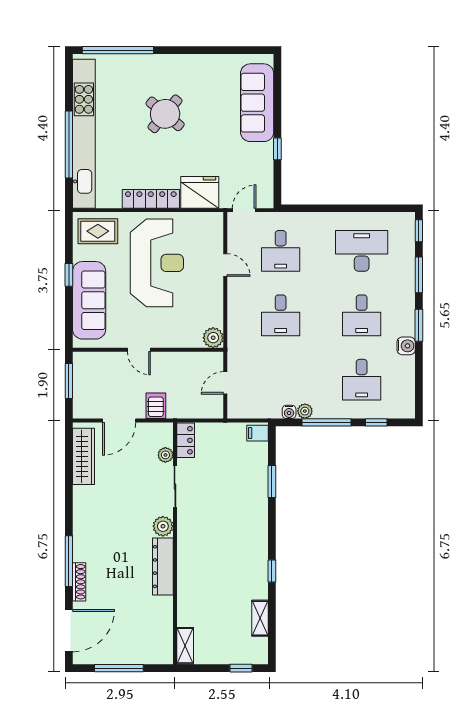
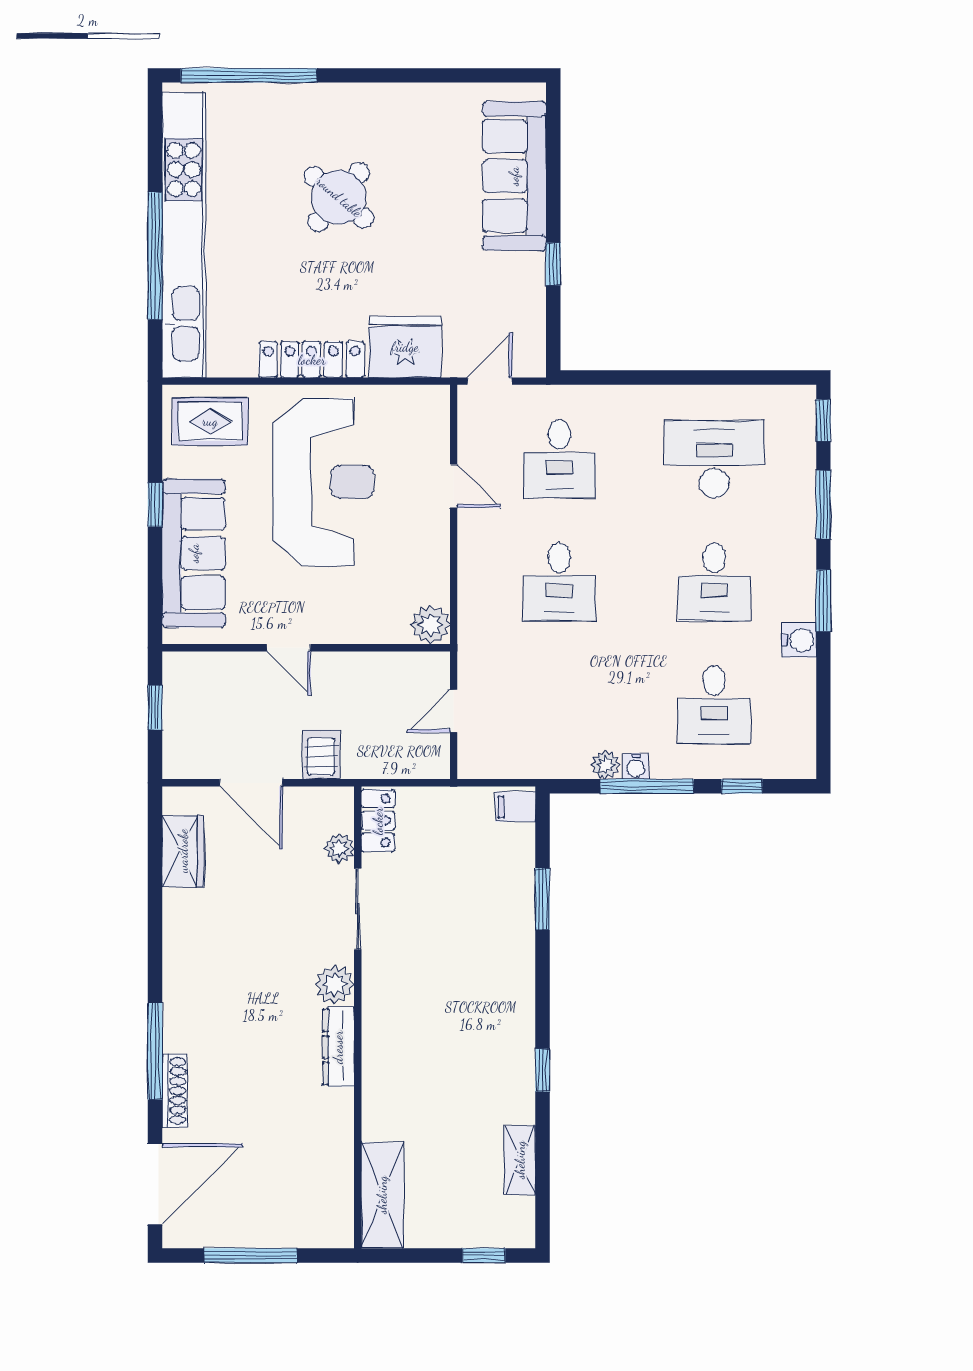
window: (69, 381) -> (155, 708), width x0.67
water cooler: (289, 412) -> (636, 766), moved
door: (119, 421) -> (251, 783), hinge flipped
wardrobe: (83, 456) -> (183, 851), width x0.67
dresser: (163, 567) -> (338, 1047), width x0.73, depth x0.80
shelving: (185, 646) -> (382, 1195), width x1.50, depth x1.33

